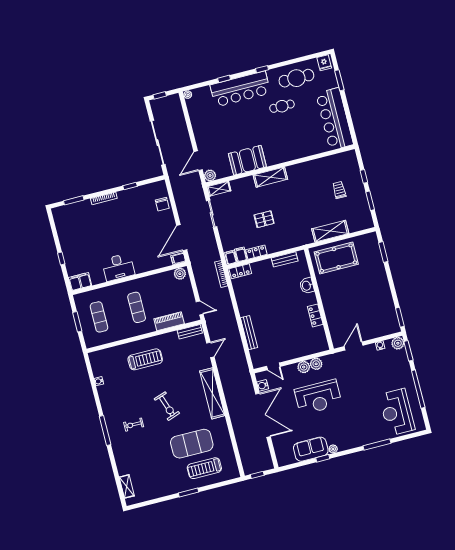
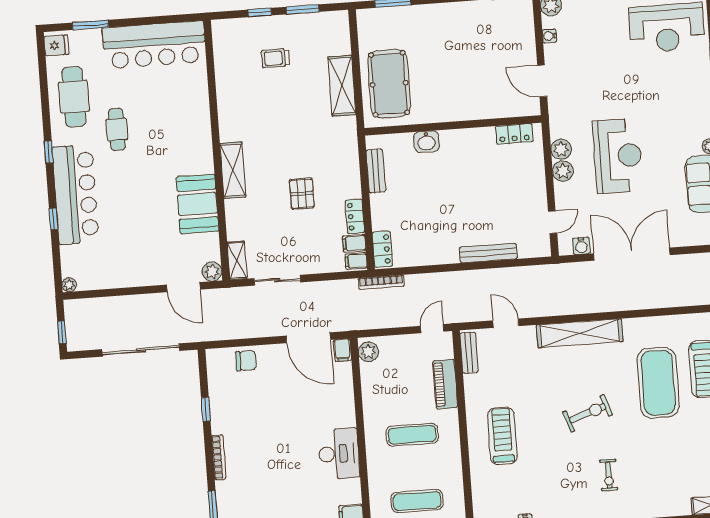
locker: (315, 315) -> (514, 134), moved

